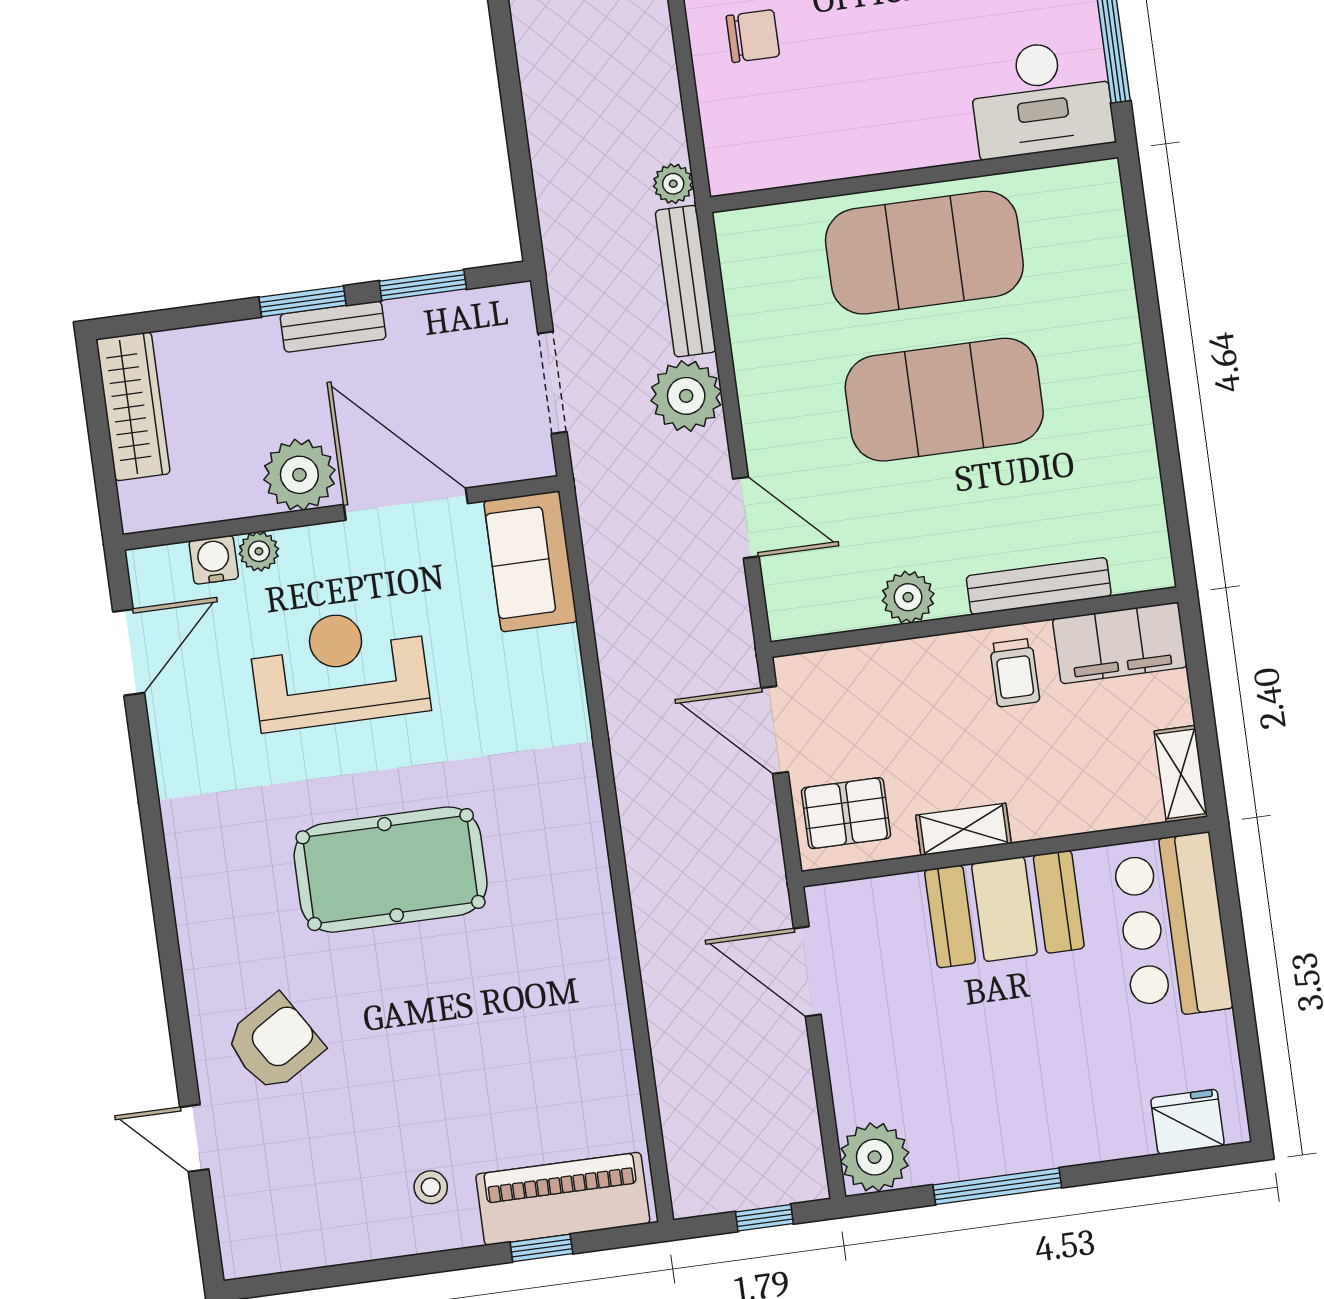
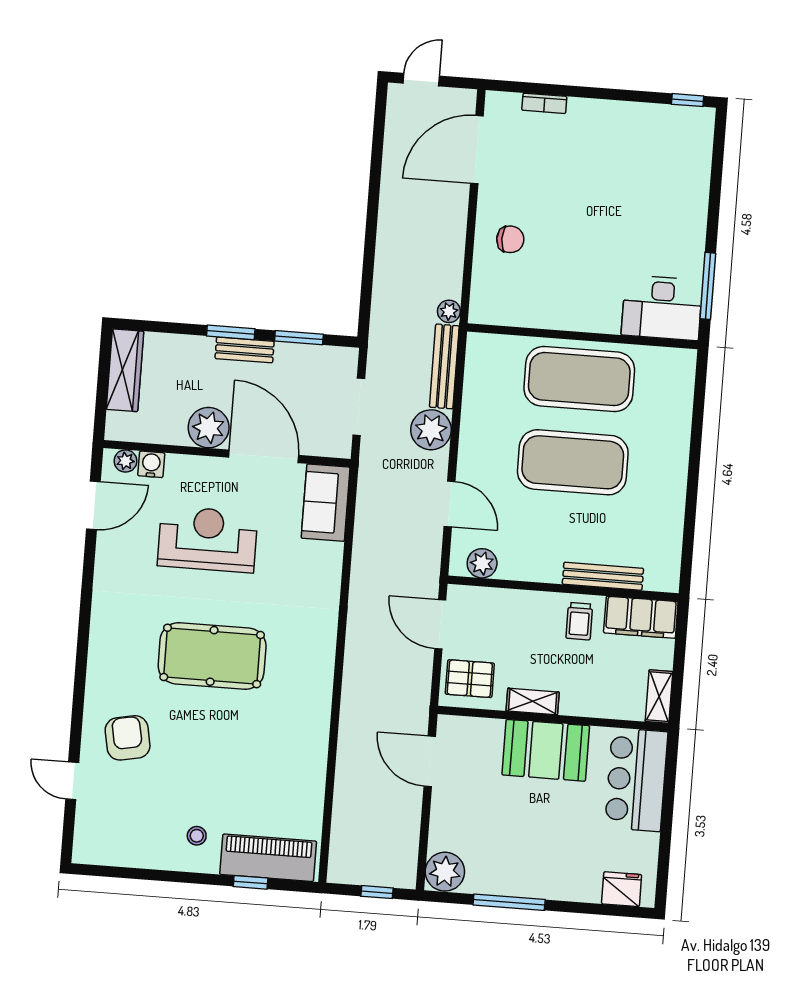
plant: (259, 551) -> (125, 461), moved
plant: (908, 597) -> (482, 563), moved
armchair: (274, 1043) -> (128, 738), turned -69

